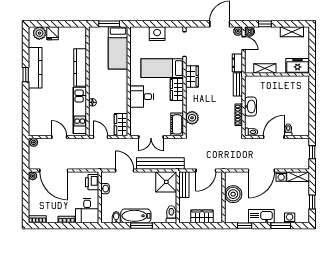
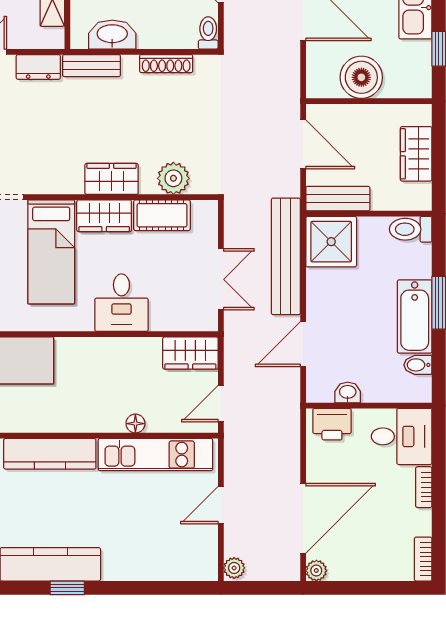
wardrobe: (192, 76) -> (112, 179), moved
washbasin: (250, 106) -> (112, 35), moved
cot: (177, 124) -> (162, 215), moved

